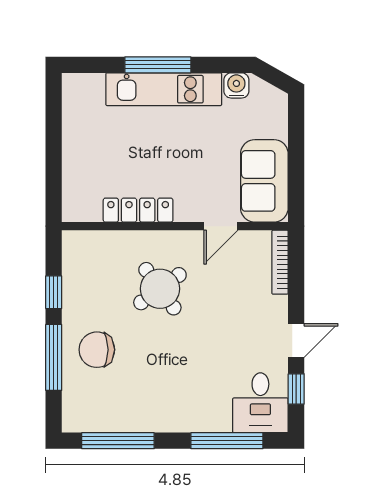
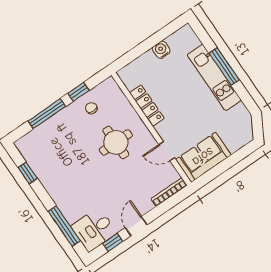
water cooler: (236, 85) -> (161, 50), moved, turned -90
round table: (160, 289) -> (116, 142), turned 36
door: (296, 341) -> (136, 226), swing flipped
chair: (97, 350) -> (91, 108), moved, width x0.54, depth x0.54
window: (118, 441) -> (28, 173), width x0.46

